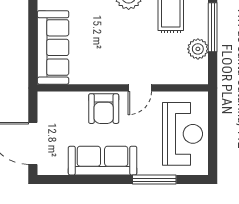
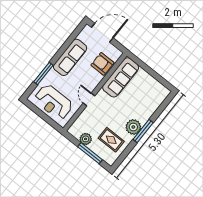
sofa: (53, 47) -> (121, 77), moved, turned -90
armchair: (104, 109) -> (102, 64), moved

